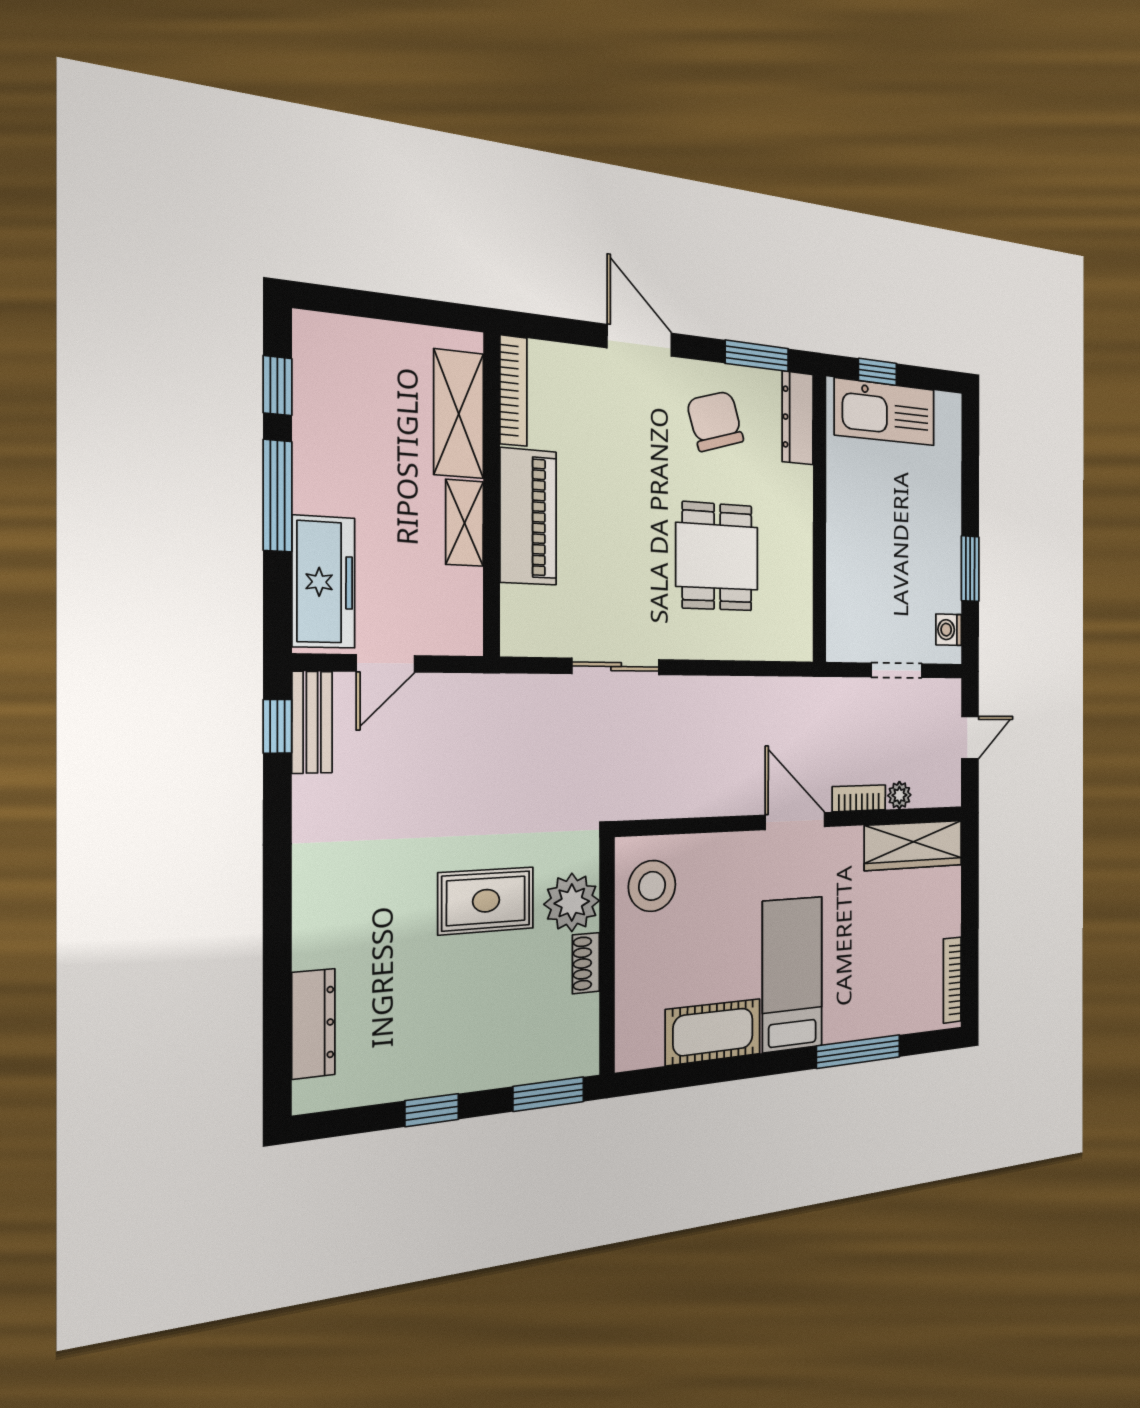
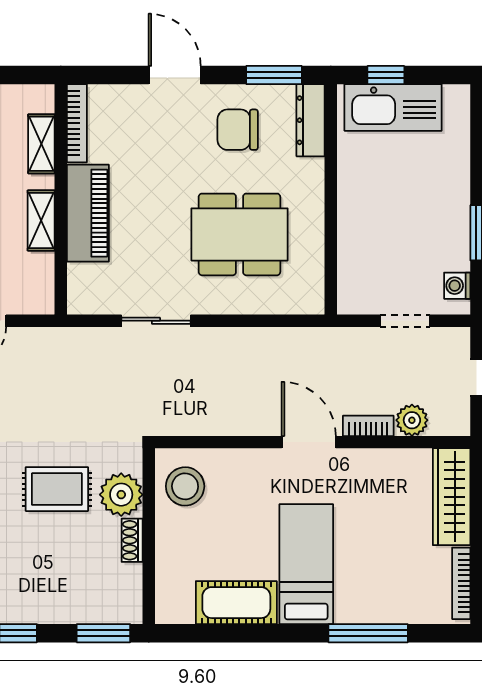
shelving: (459, 414) -> (41, 144), width x0.67, depth x0.75
chair: (715, 421) -> (238, 130), turned -73
dining table: (717, 557) -> (239, 234), width x1.38
plant: (899, 795) -> (412, 420), width x1.38, depth x1.38
wardrobe: (914, 845) -> (452, 497), moved, turned 90

